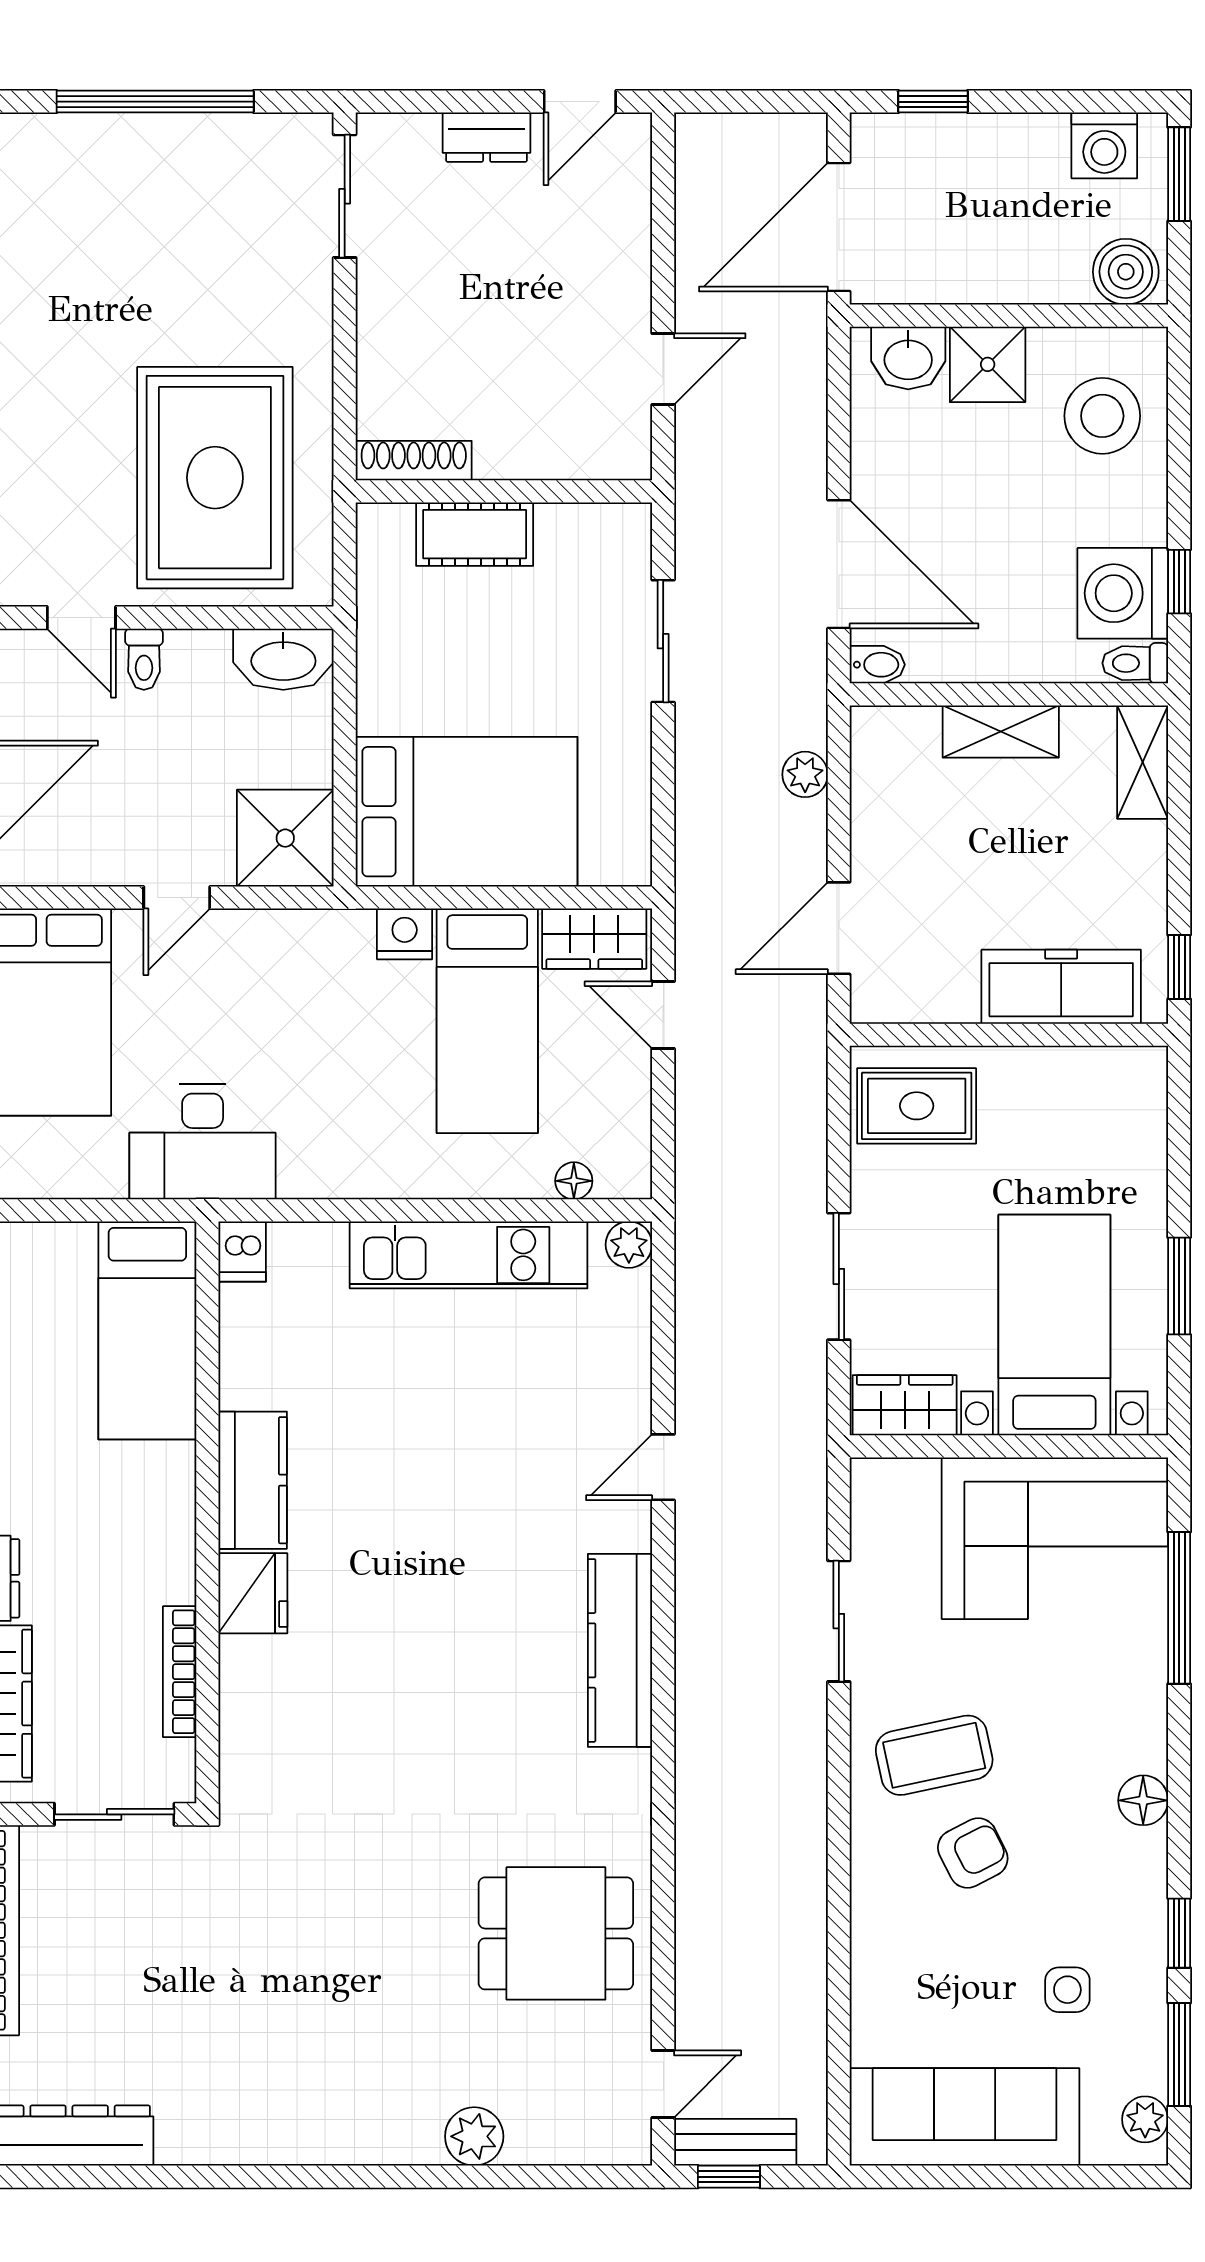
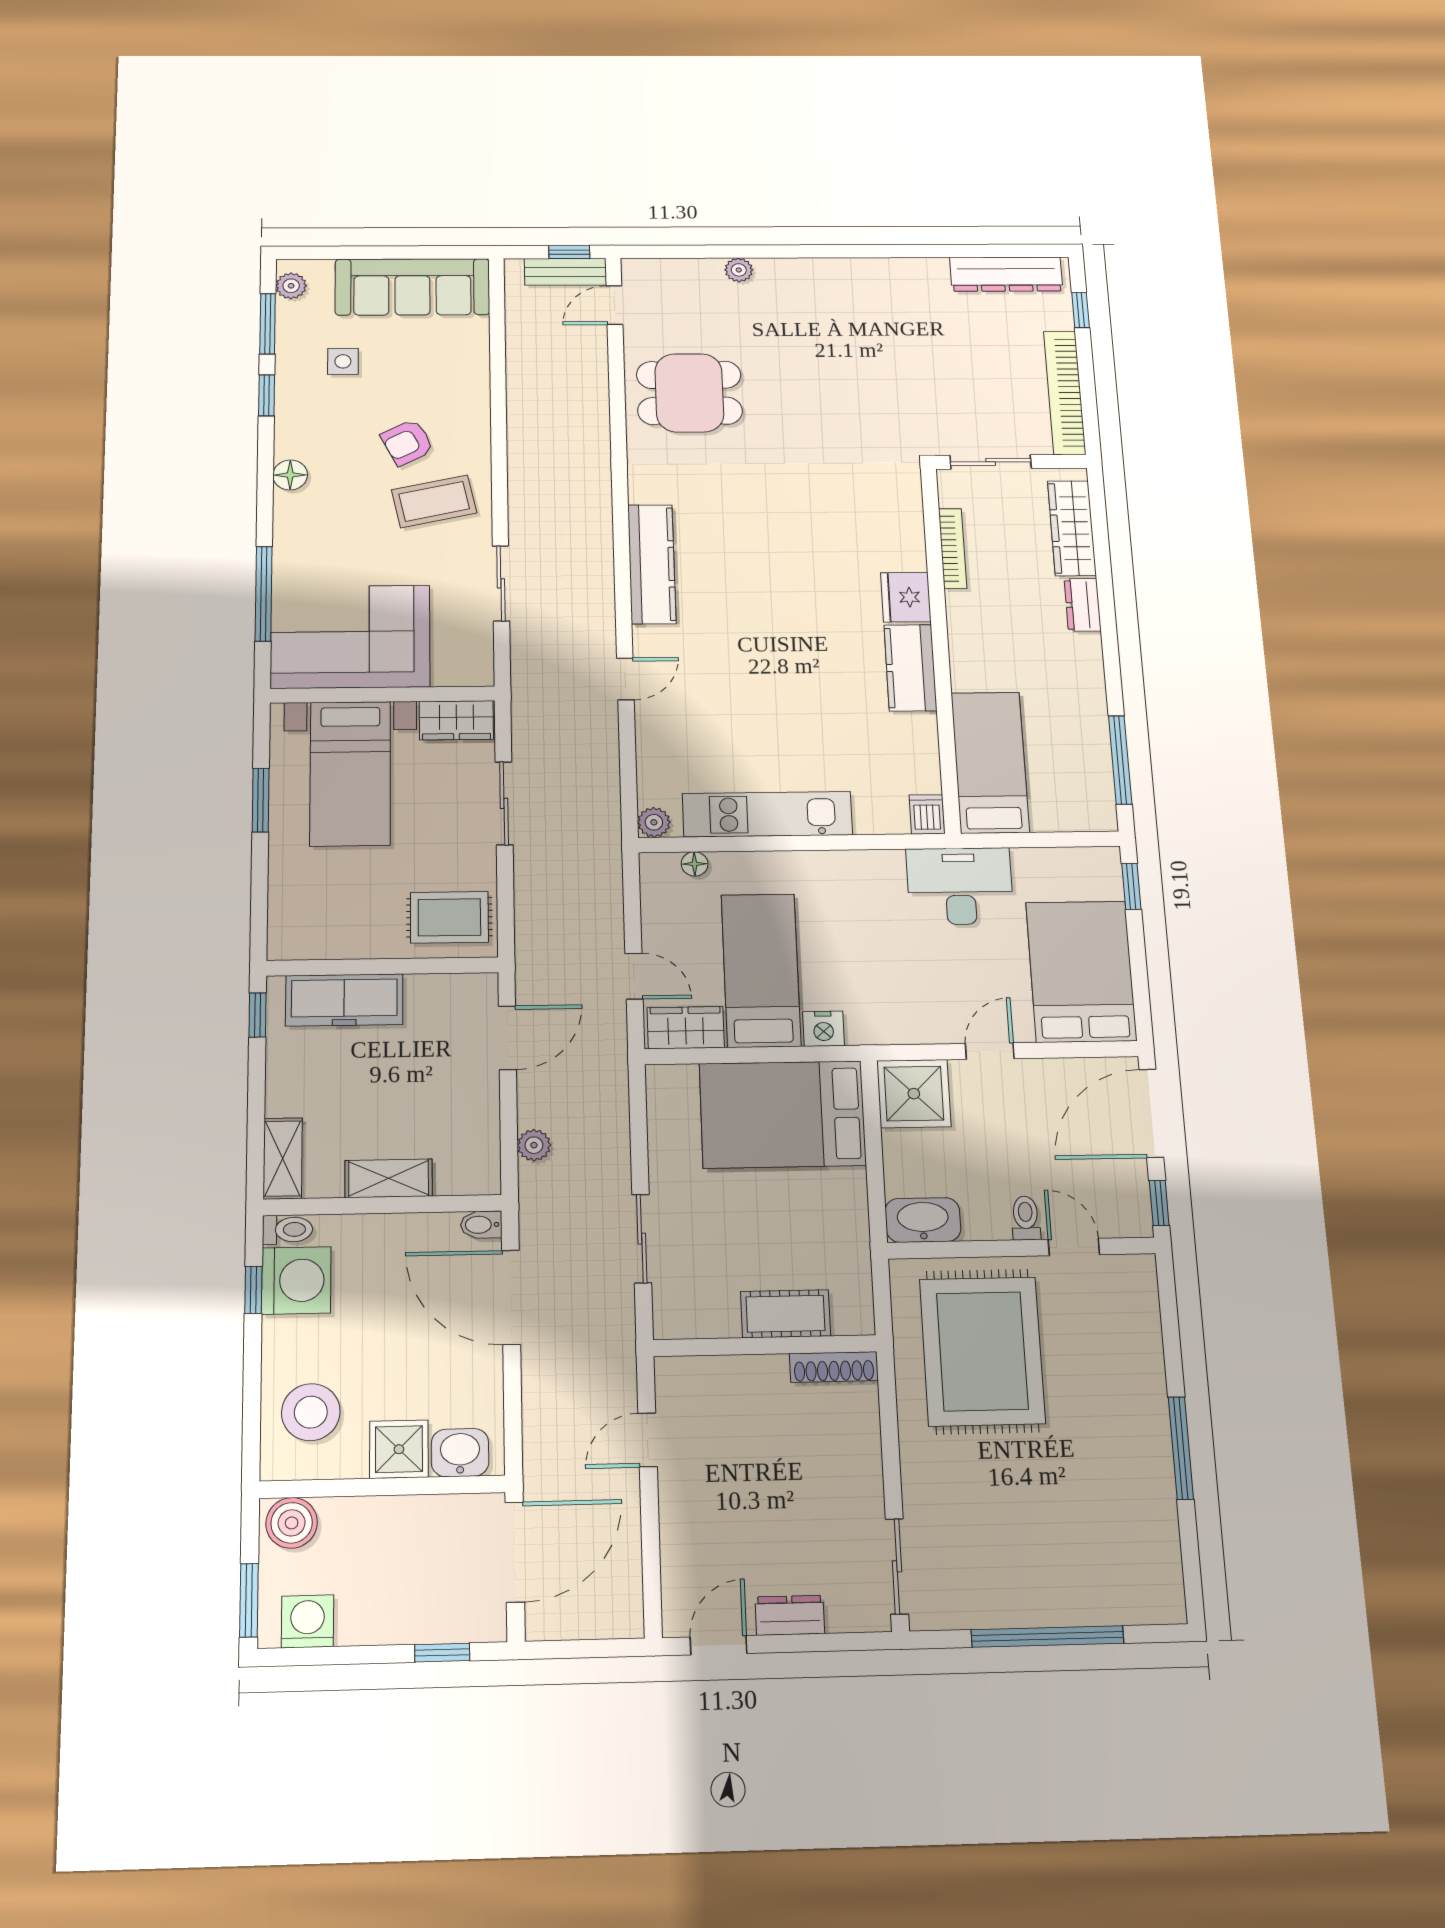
plant: (474, 2136) -> (739, 270), width x0.73, depth x0.73

